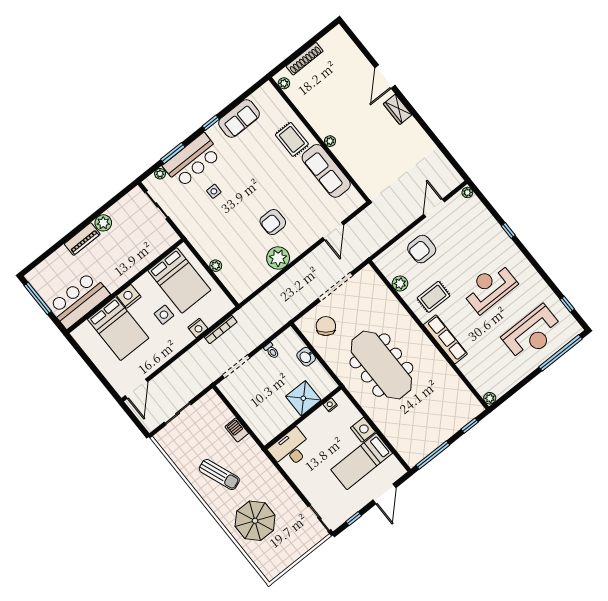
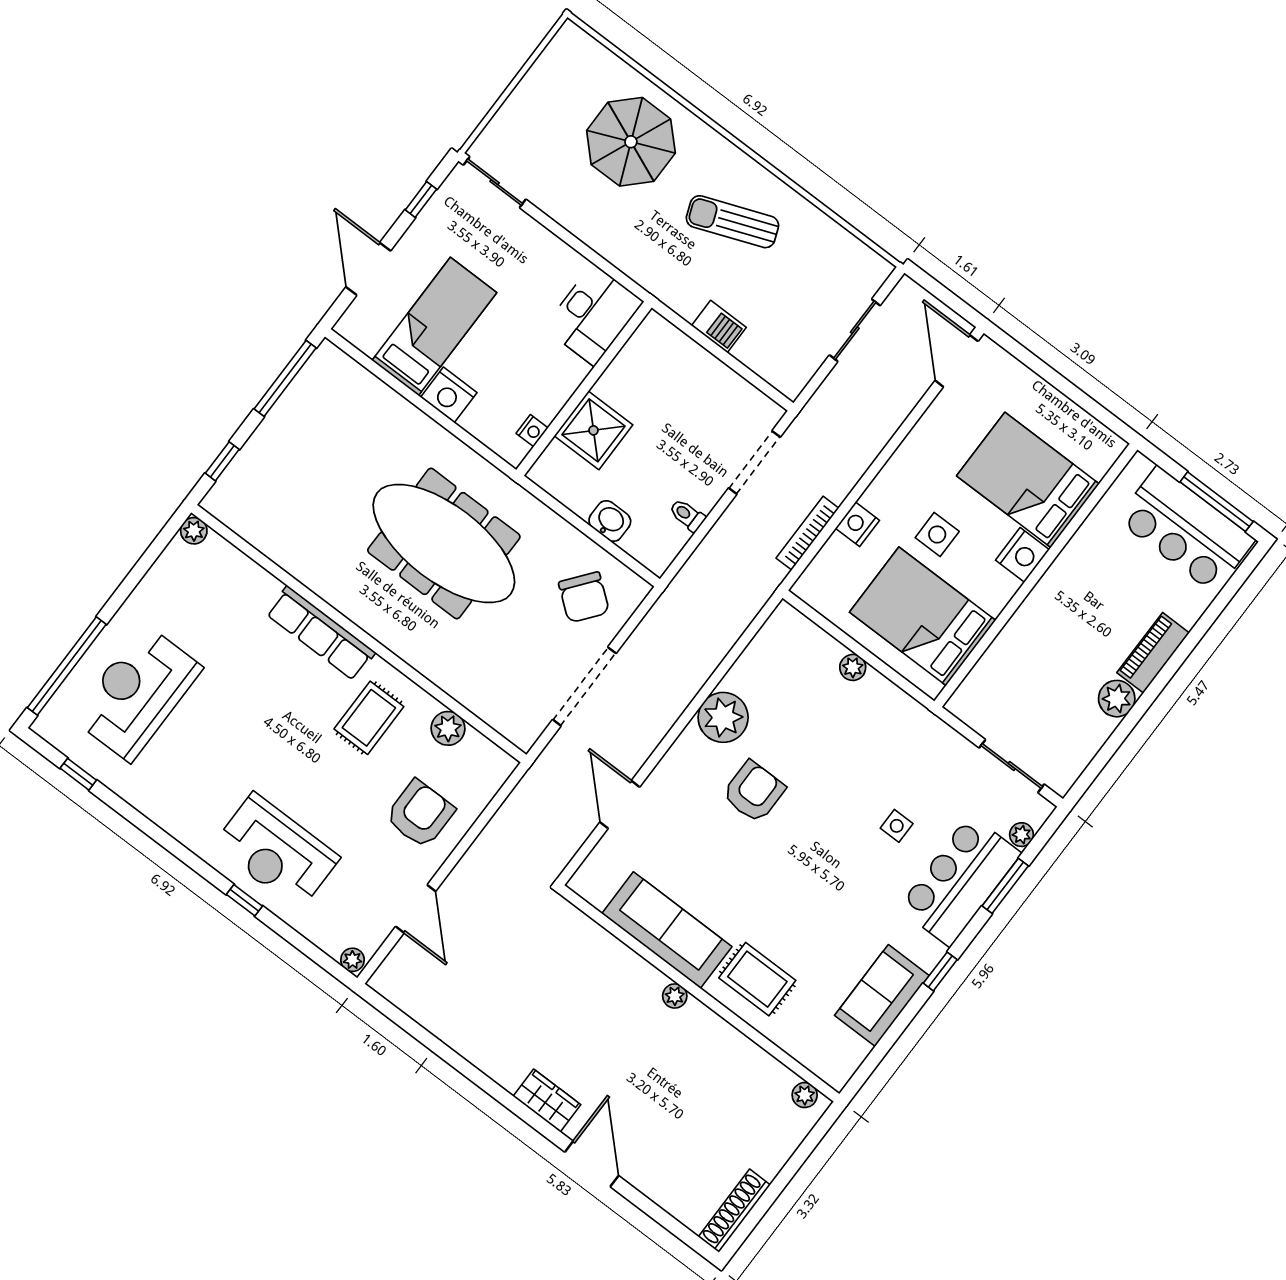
shoe rack: (305, 59) -> (734, 1211), moved
reception desk: (490, 288) -> (276, 852), moved, turned 90
bar counter: (79, 300) -> (1186, 530), moved, turned 90

